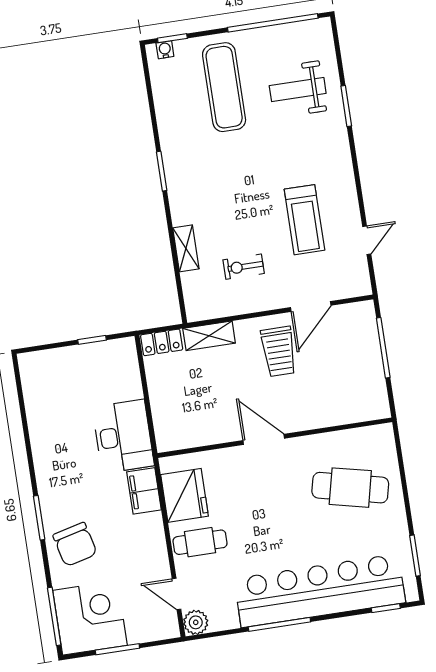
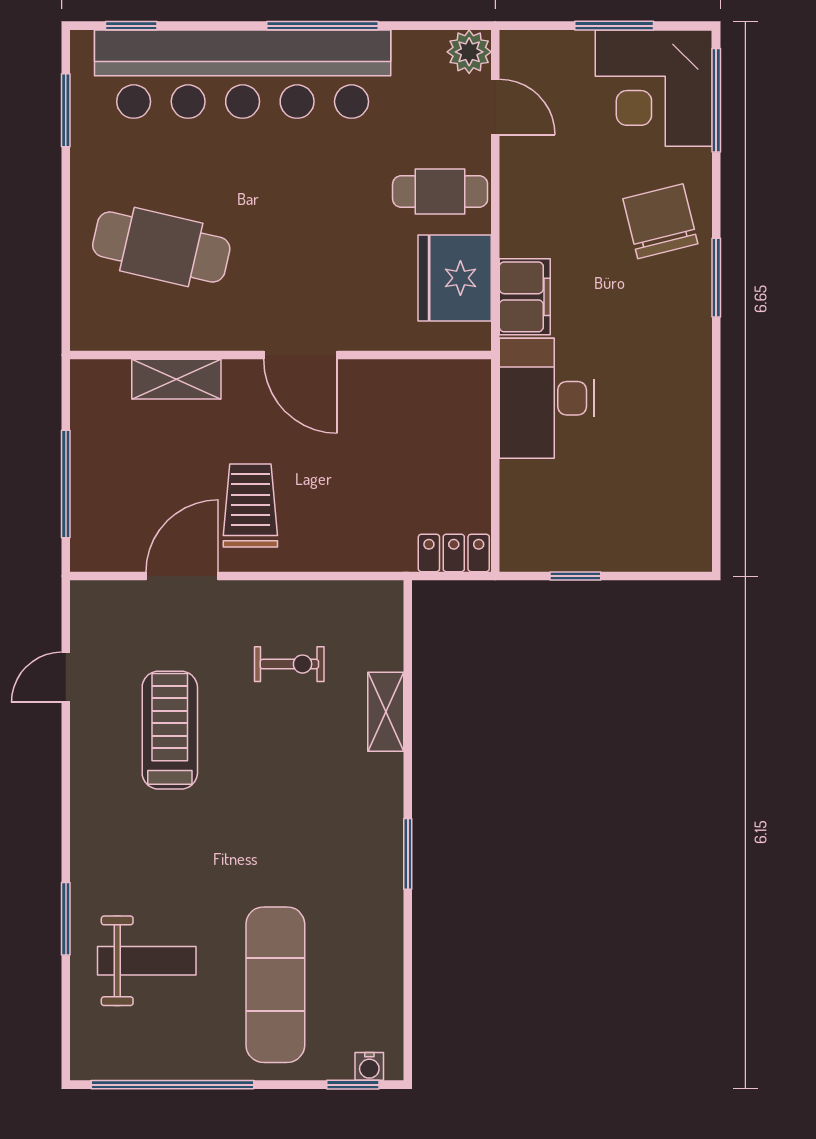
shelving: (209, 336) -> (176, 379), moved

